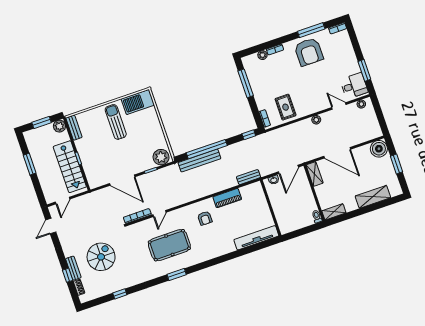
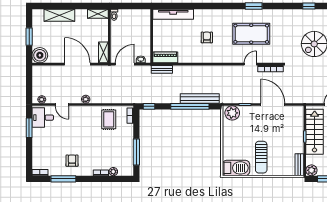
armchair: (309, 52) -> (72, 161), width x0.53, depth x0.53
piano: (227, 198) -> (165, 57), moved
armchair: (205, 218) -> (207, 37), moved

